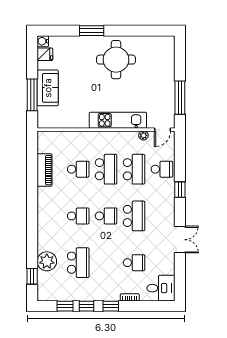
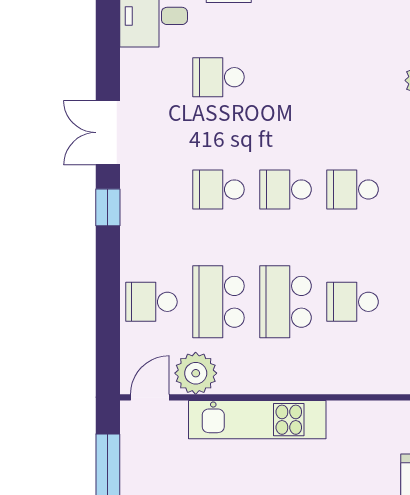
plant: (143, 135) -> (196, 373), width x1.88, depth x1.88
window: (180, 190) -> (108, 207), moved
school desk: (134, 216) -> (218, 189), width x0.54
school desk: (78, 263) -> (353, 77), removed

